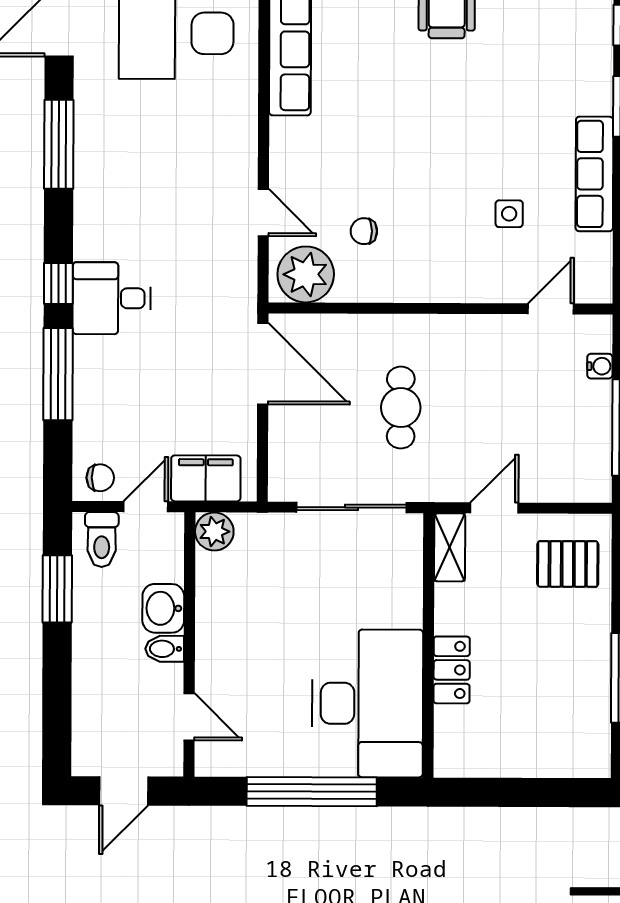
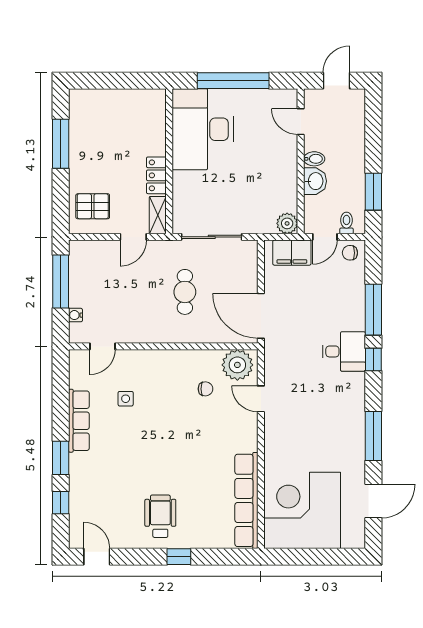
toilet: (102, 540) -> (347, 223), width x0.73, depth x0.72
locker: (452, 670) -> (156, 175), moved

